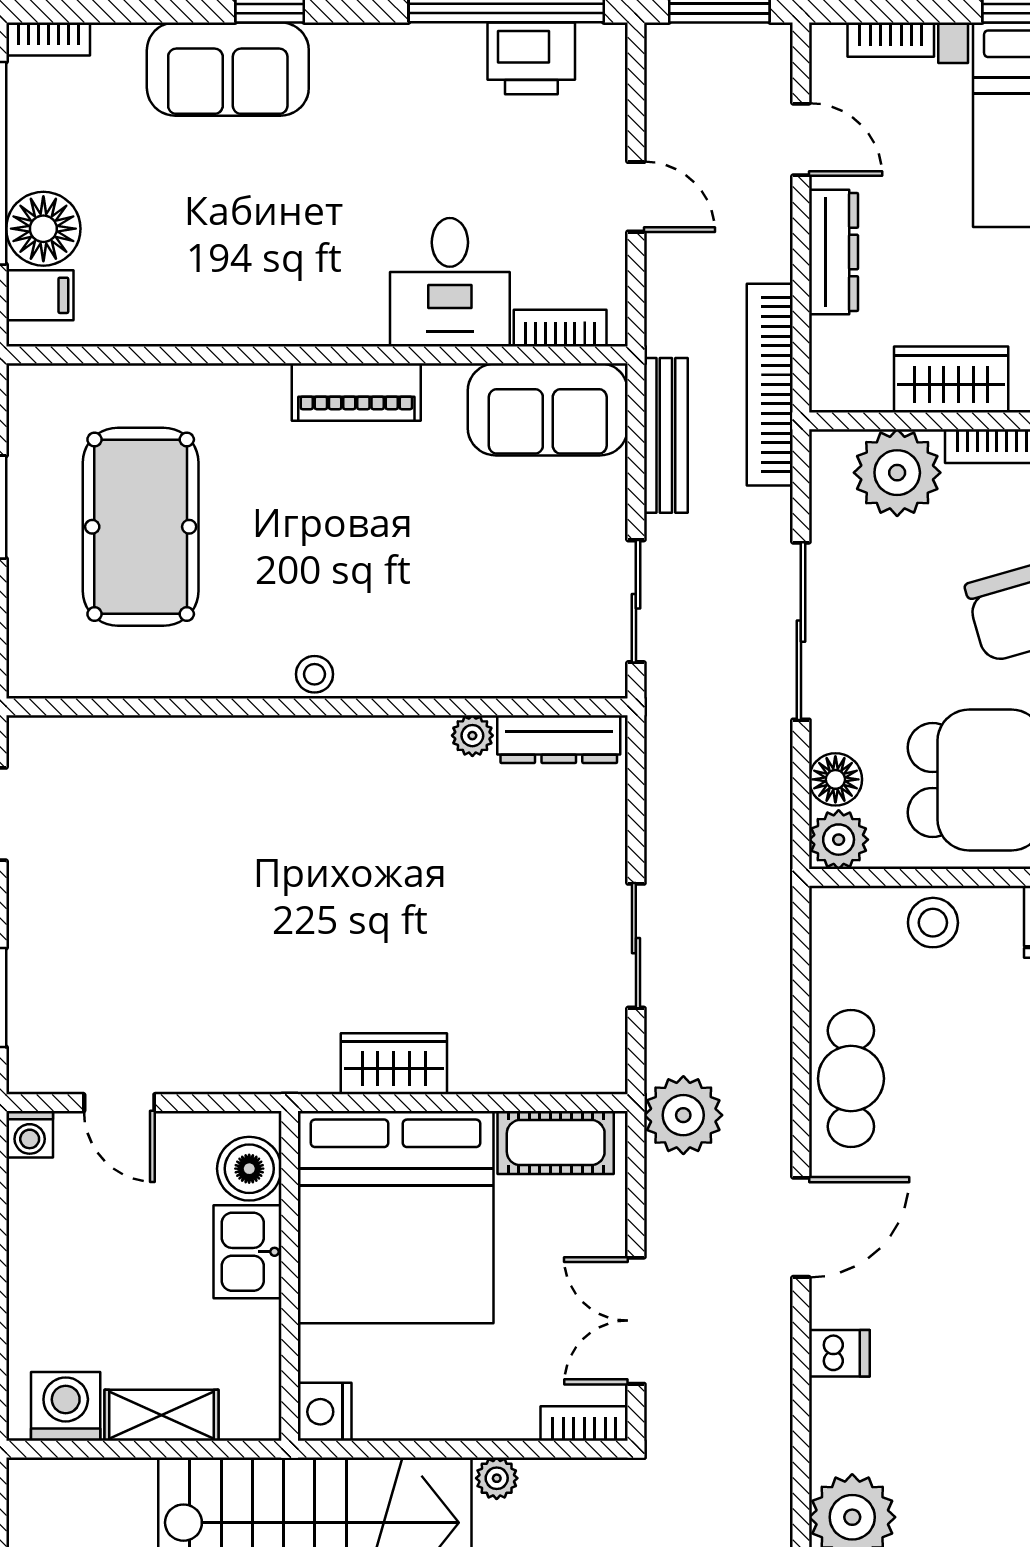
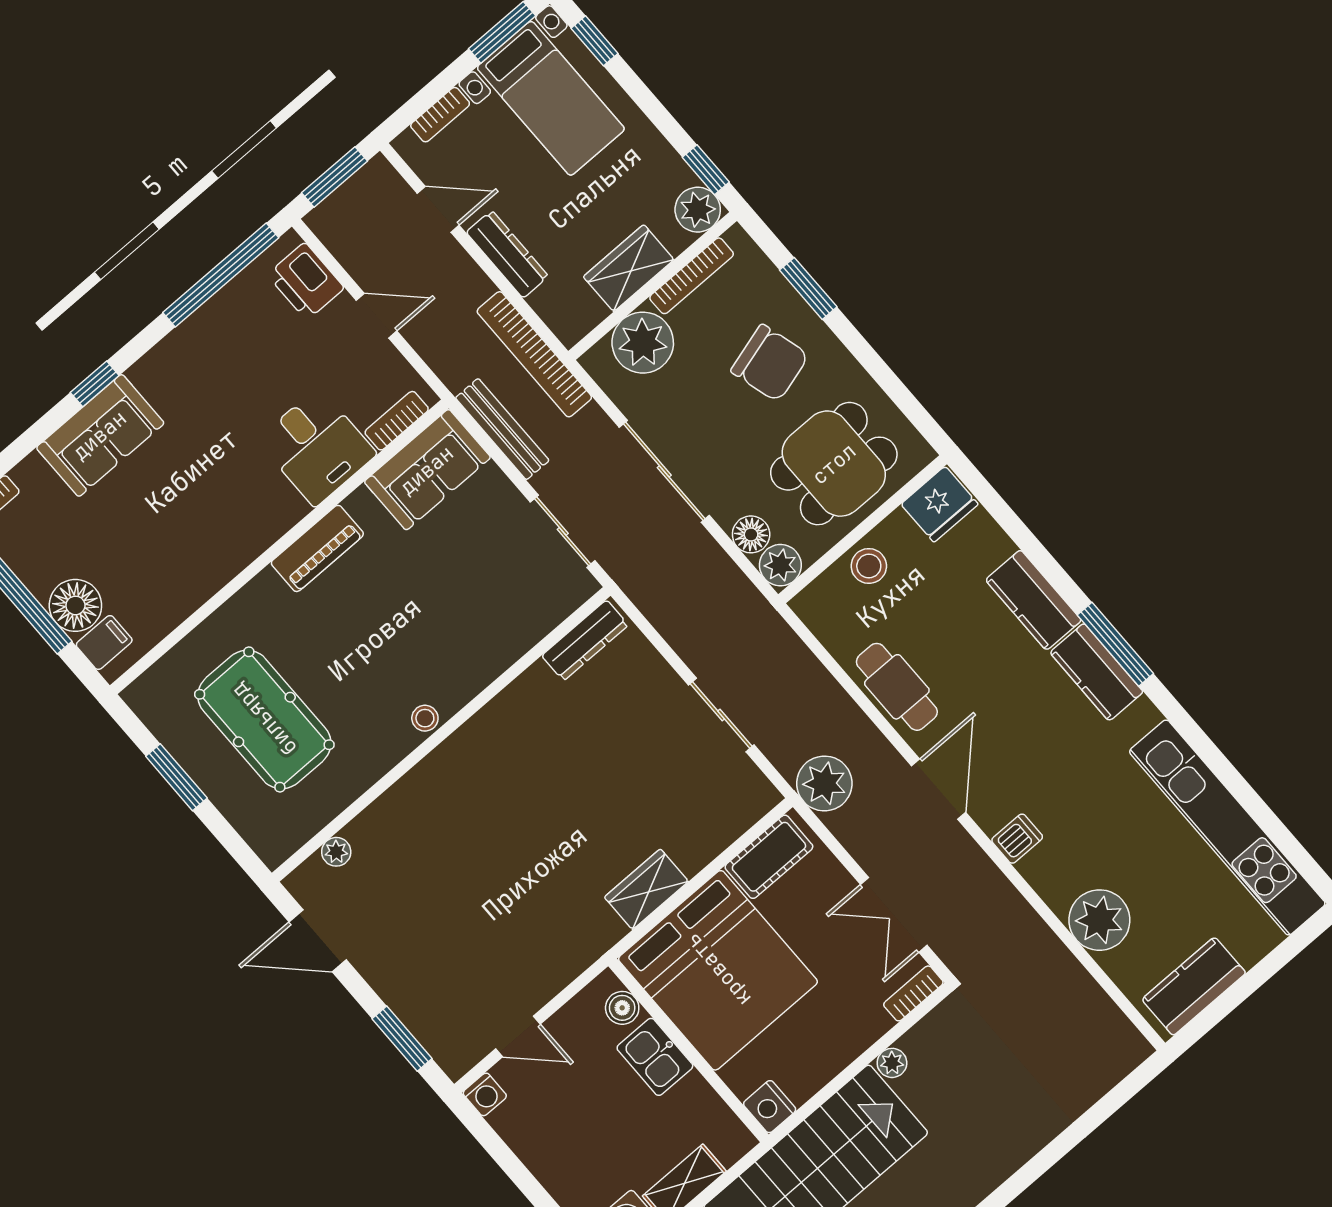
printer: (531, 58) -> (306, 281), moved, turned 90
plant: (472, 736) -> (336, 852), moved
boiler: (249, 1169) -> (622, 1008), width x0.73, depth x0.73

